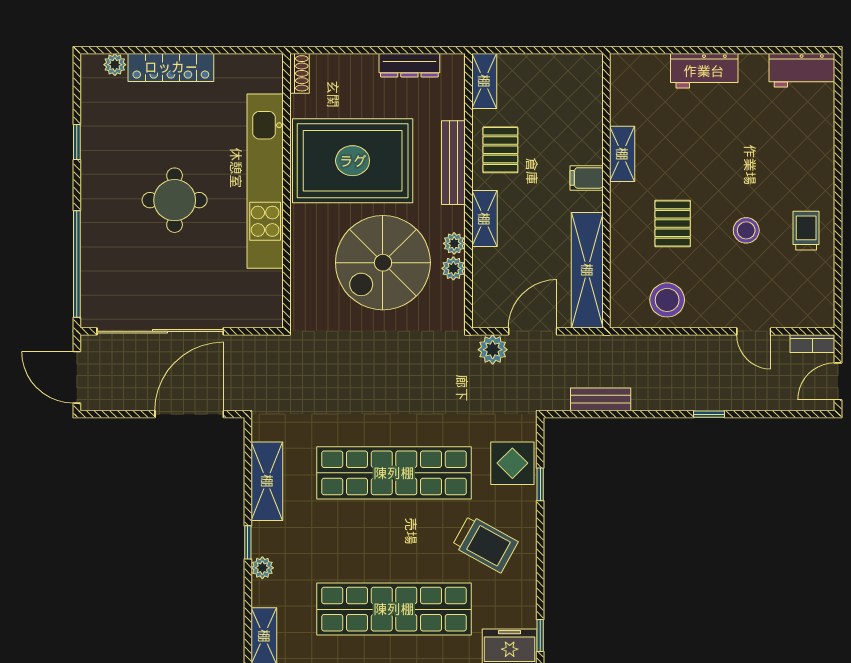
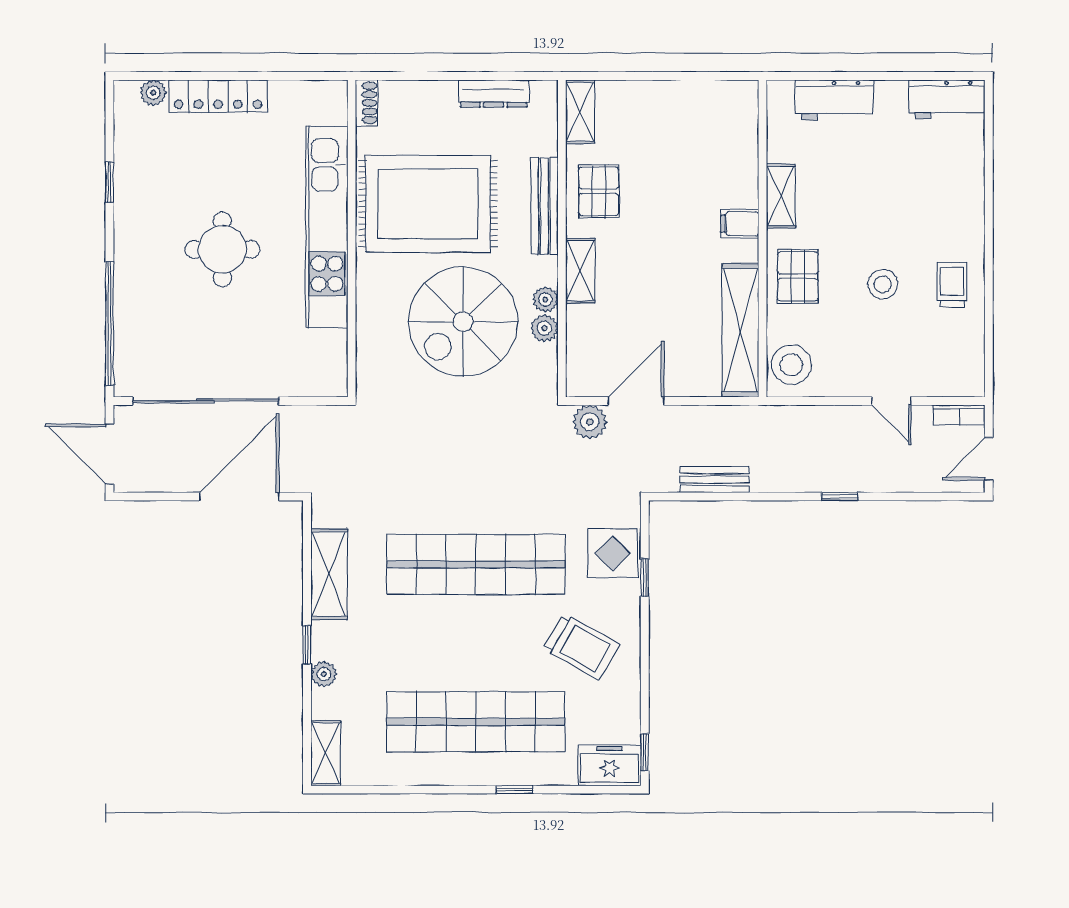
shelving: (622, 154) -> (781, 196), moved
filing cabinet: (587, 178) -> (740, 224), moved
wall: (606, 191) -> (763, 238), moved
shelving: (587, 270) -> (741, 330), moved

